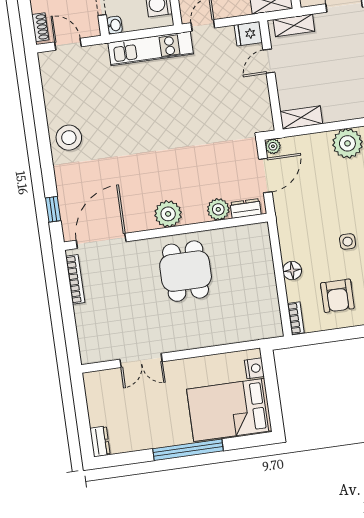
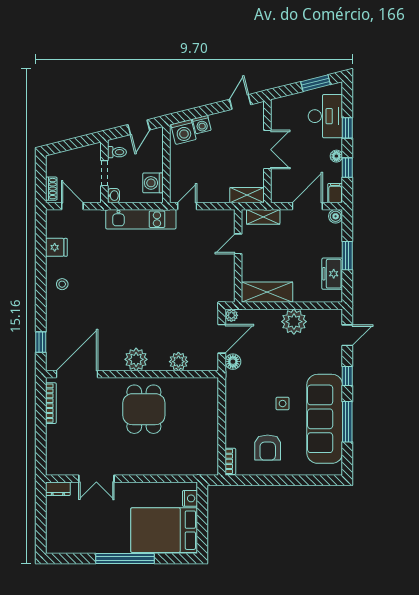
fridge: (248, 34) -> (56, 247), moved, turned 180
shelving: (301, 118) -> (267, 292), width x1.50, depth x1.33
stool: (69, 138) -> (62, 284), width x0.53, depth x0.53
dresser: (246, 208) -> (201, 364), removed
floor lamp: (292, 270) -> (233, 362), moved
dresser: (100, 441) -> (58, 489), moved, turned 90

